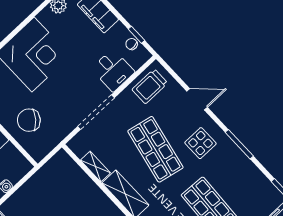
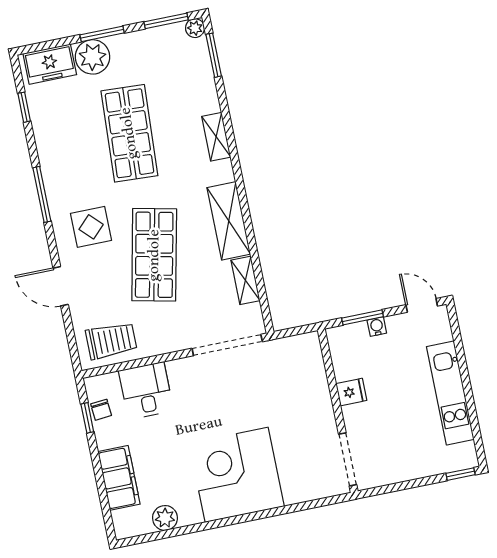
doorway: (96, 112) -> (227, 345), moved
chair: (29, 120) -> (295, 393), removed
window: (17, 186) -> (362, 317), added

